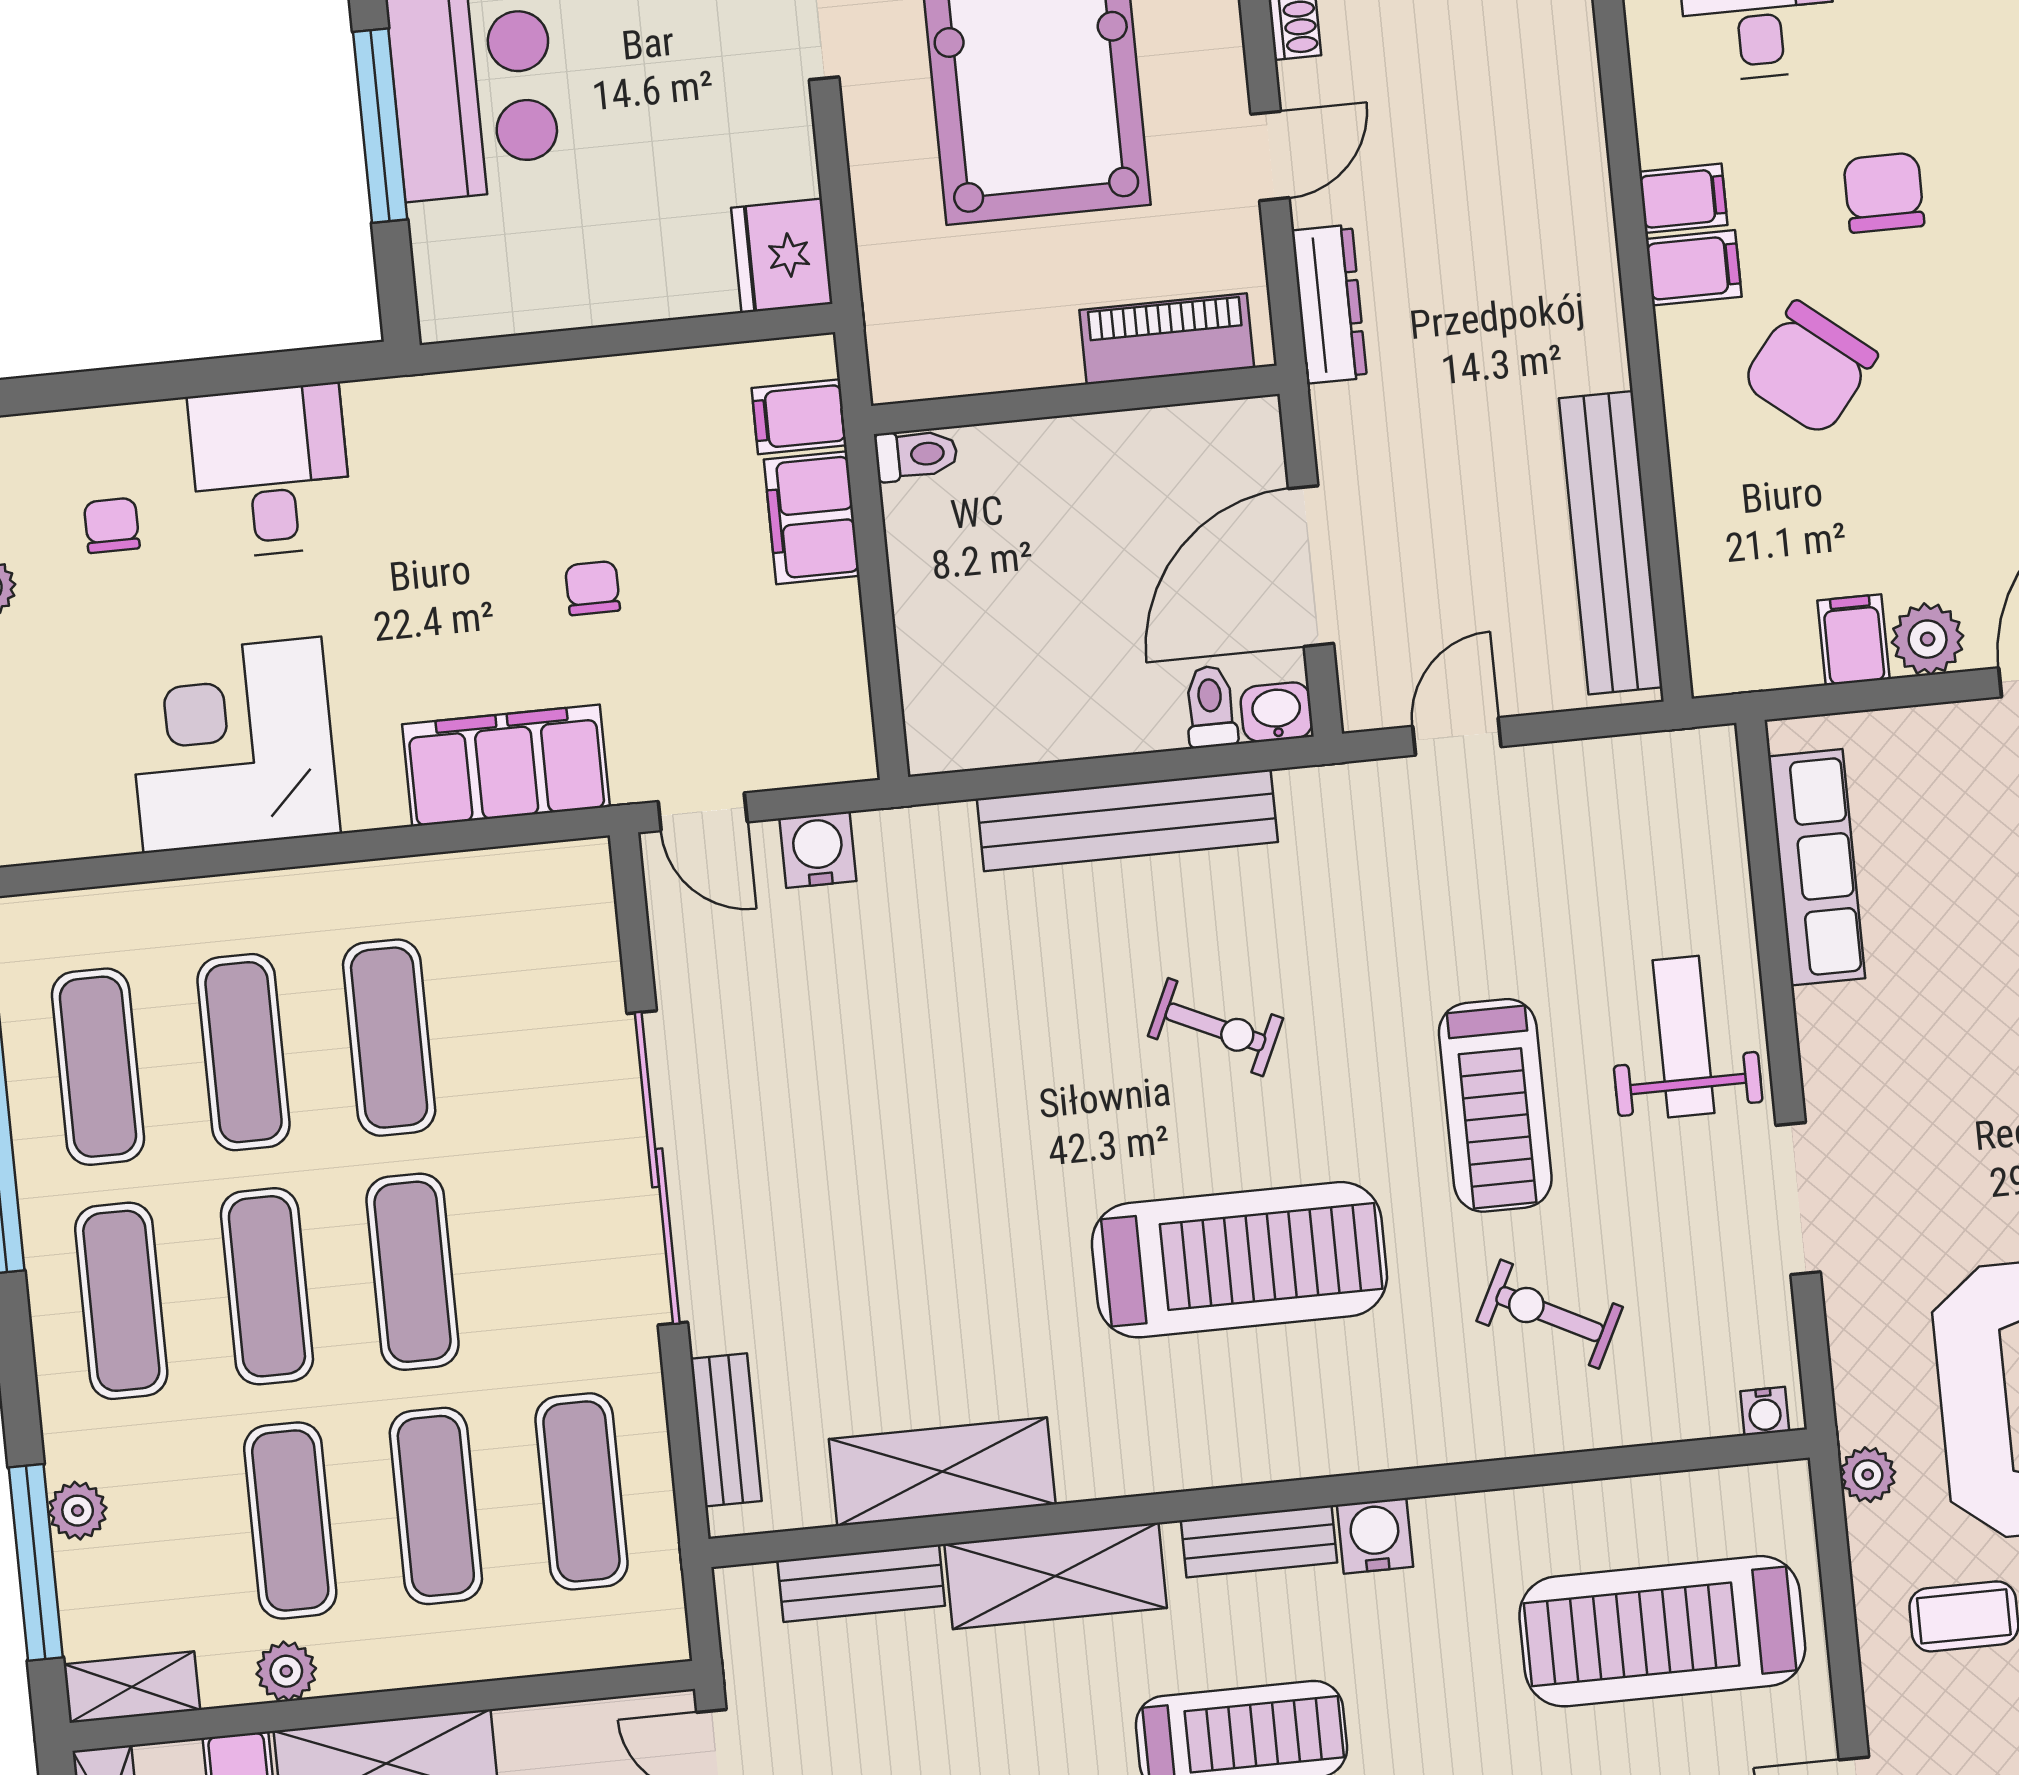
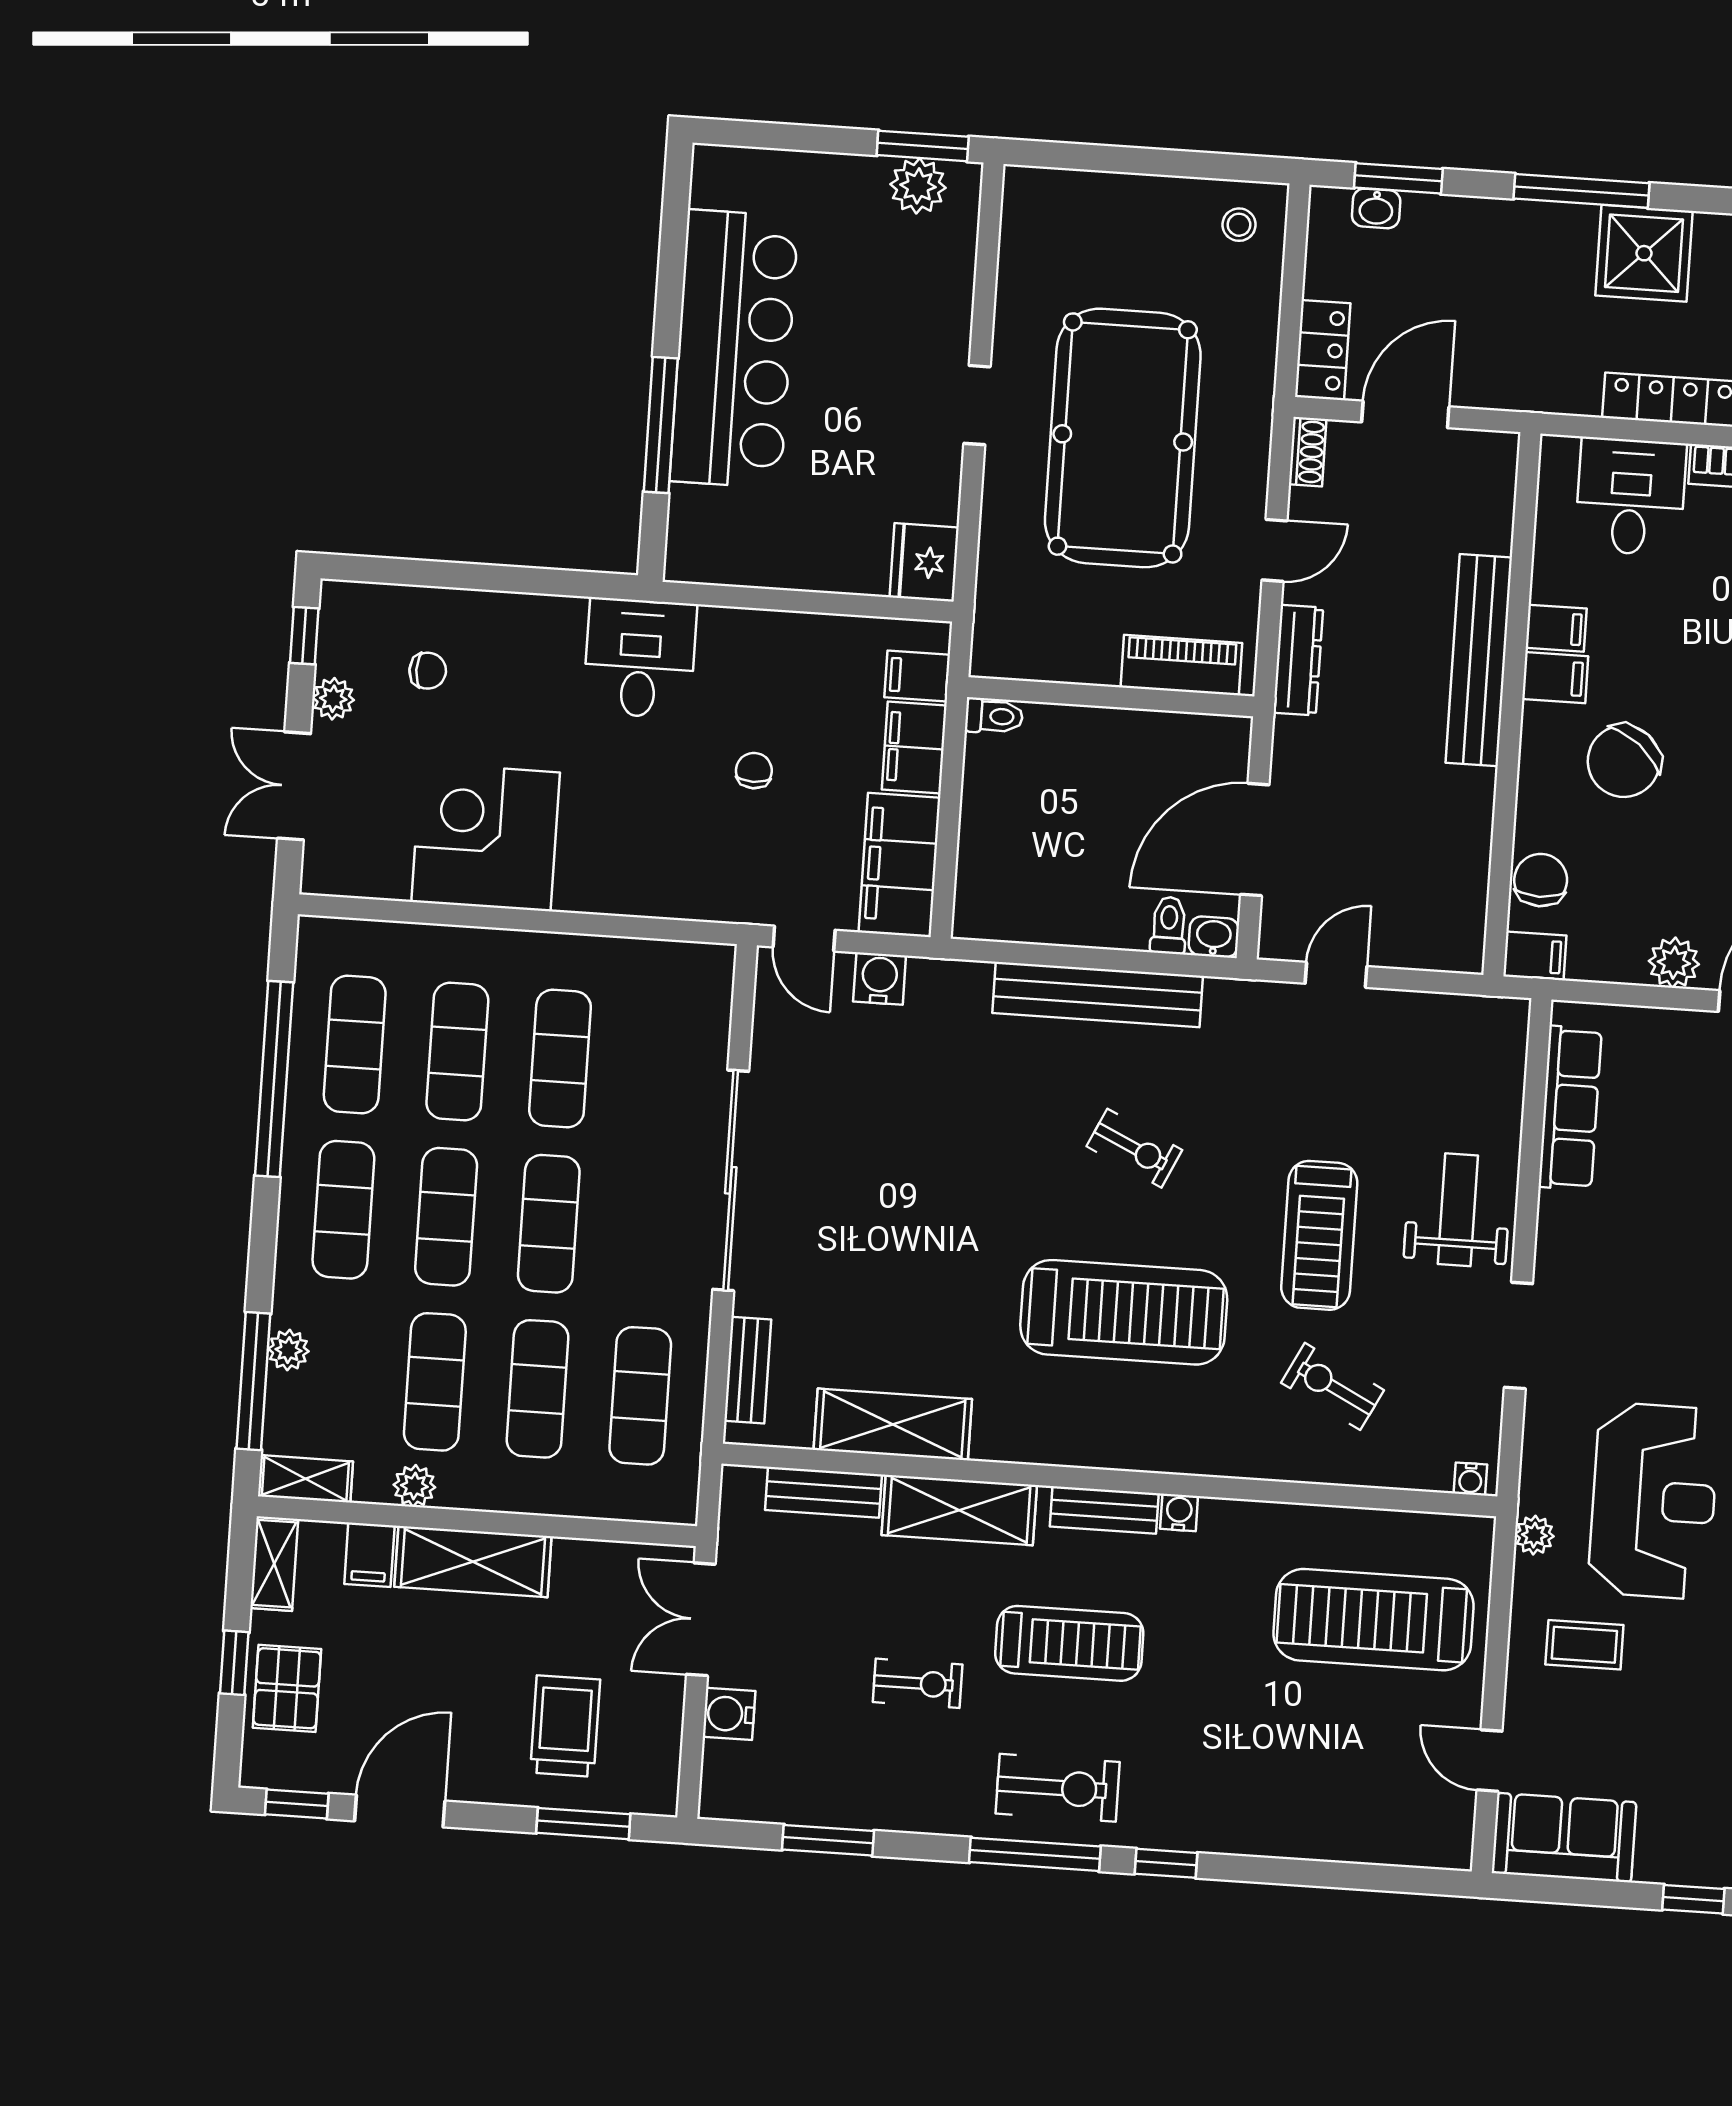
chair: (1884, 193) -> (1541, 880), moved
desk: (271, 471) -> (640, 658), moved
chair: (112, 525) -> (428, 671), turned 90
bench: (1611, 543) -> (1479, 660), moved
filing cabinet: (1854, 640) -> (1535, 956), moved, turned 90
filing cabinet: (506, 765) -> (899, 865), moved, turned -90
water cooler: (1375, 1536) -> (1179, 1513), width x0.72, depth x0.72

